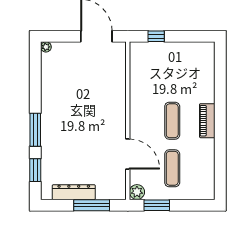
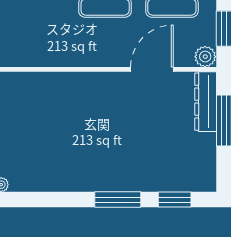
dresser: (74, 192) -> (206, 102), moved

